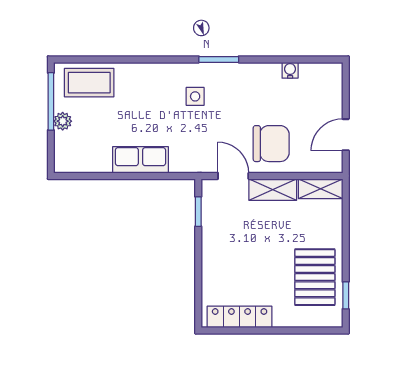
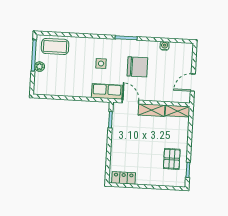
side table: (195, 96) -> (101, 63), moved
chair: (271, 144) -> (137, 67), moved
row of seats: (140, 160) -> (107, 91), moved
pallet: (315, 277) -> (172, 159), width x0.67, depth x0.71
locker: (240, 317) -> (124, 178), width x0.66

